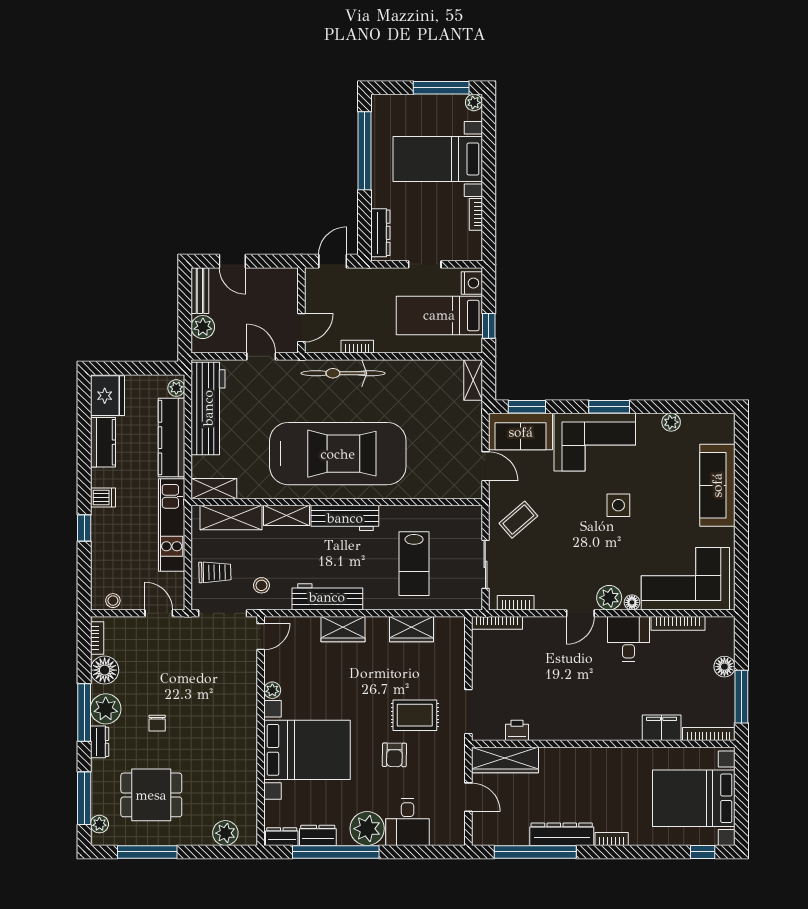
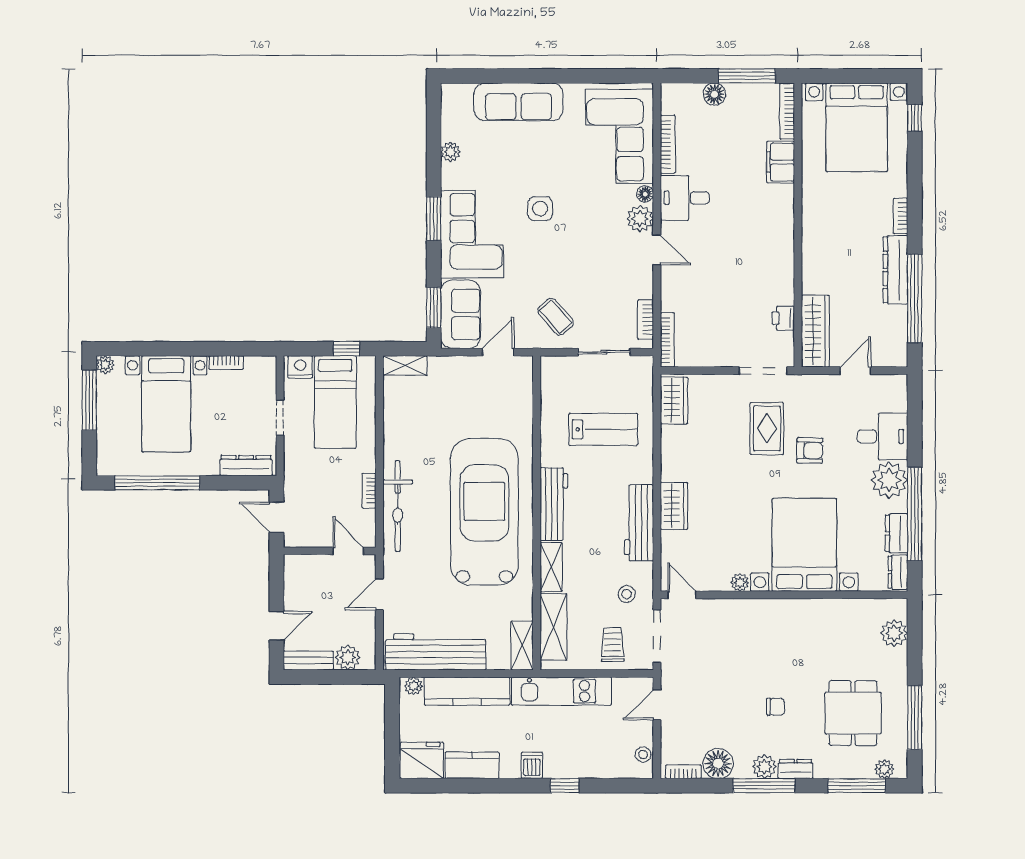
wardrobe: (411, 629) -> (674, 400), moved
plant: (106, 709) -> (764, 767), width x0.73, depth x0.73

